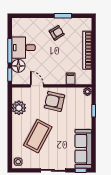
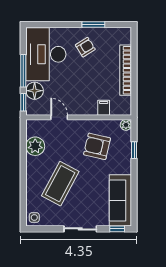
desk: (23, 48) -> (46, 54), width x1.87, depth x1.30
armchair: (55, 101) -> (97, 146), moved

